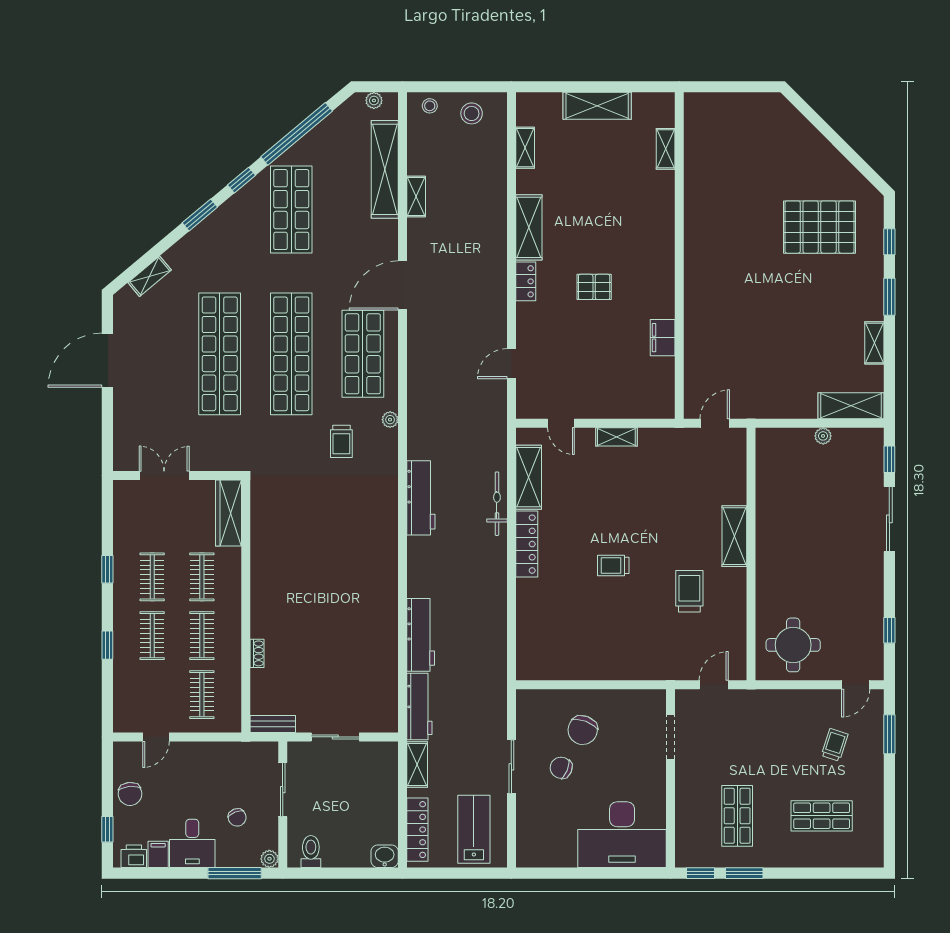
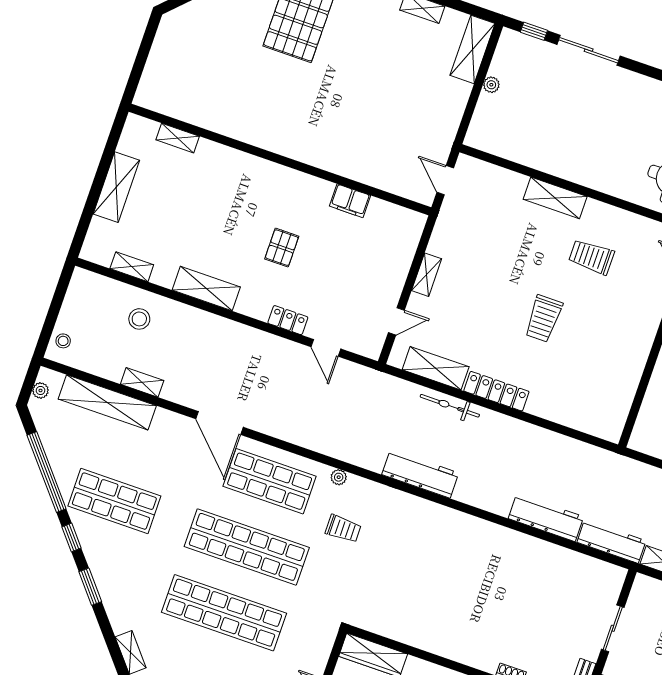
stool: (472, 113) -> (139, 319), moved
locker: (526, 281) -> (288, 320), moved
trolley: (613, 565) -> (544, 319), width x1.36, depth x1.39

